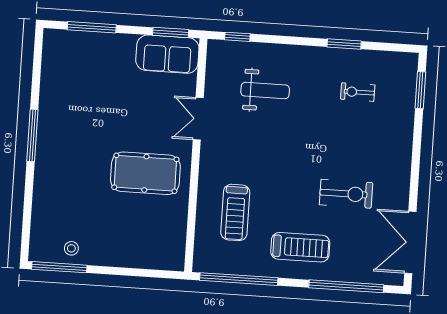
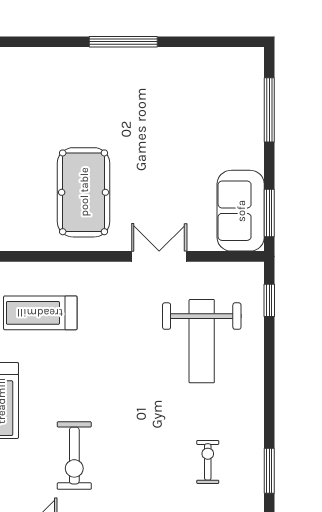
window: (344, 44) -> (269, 471), moved
weight bench: (265, 91) -> (202, 341), width x1.36, depth x1.33

